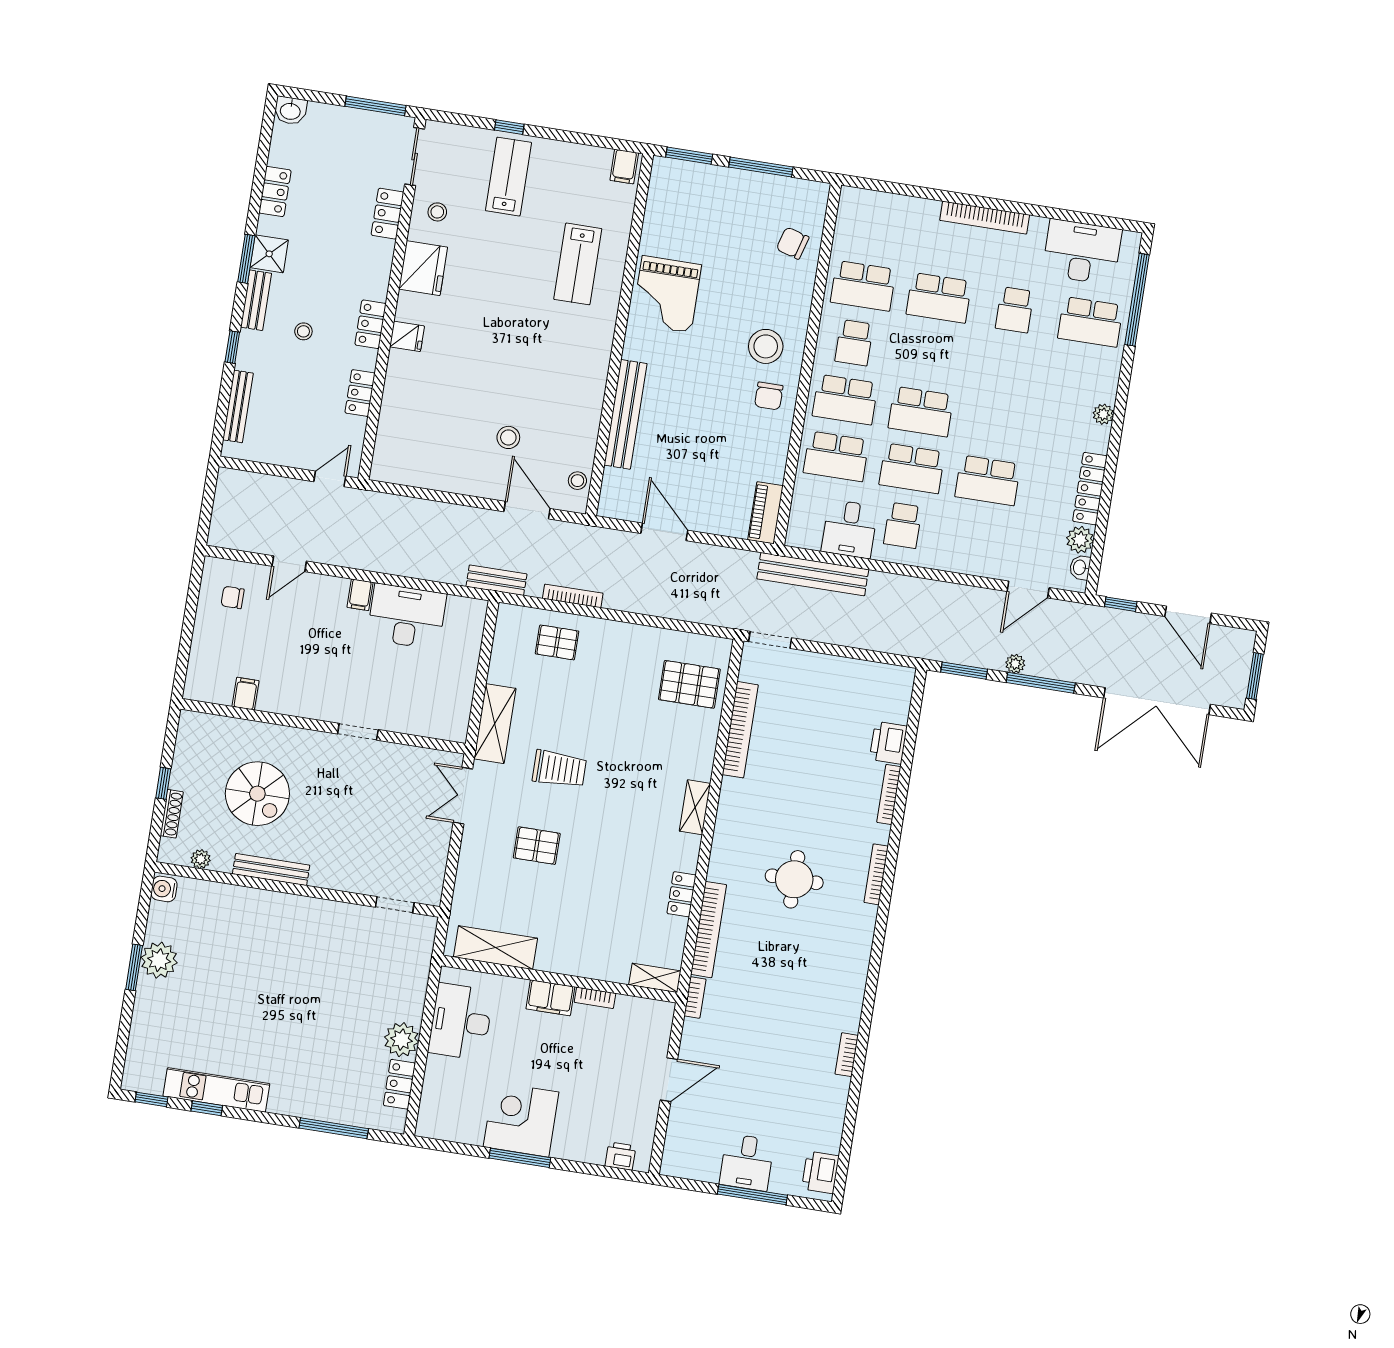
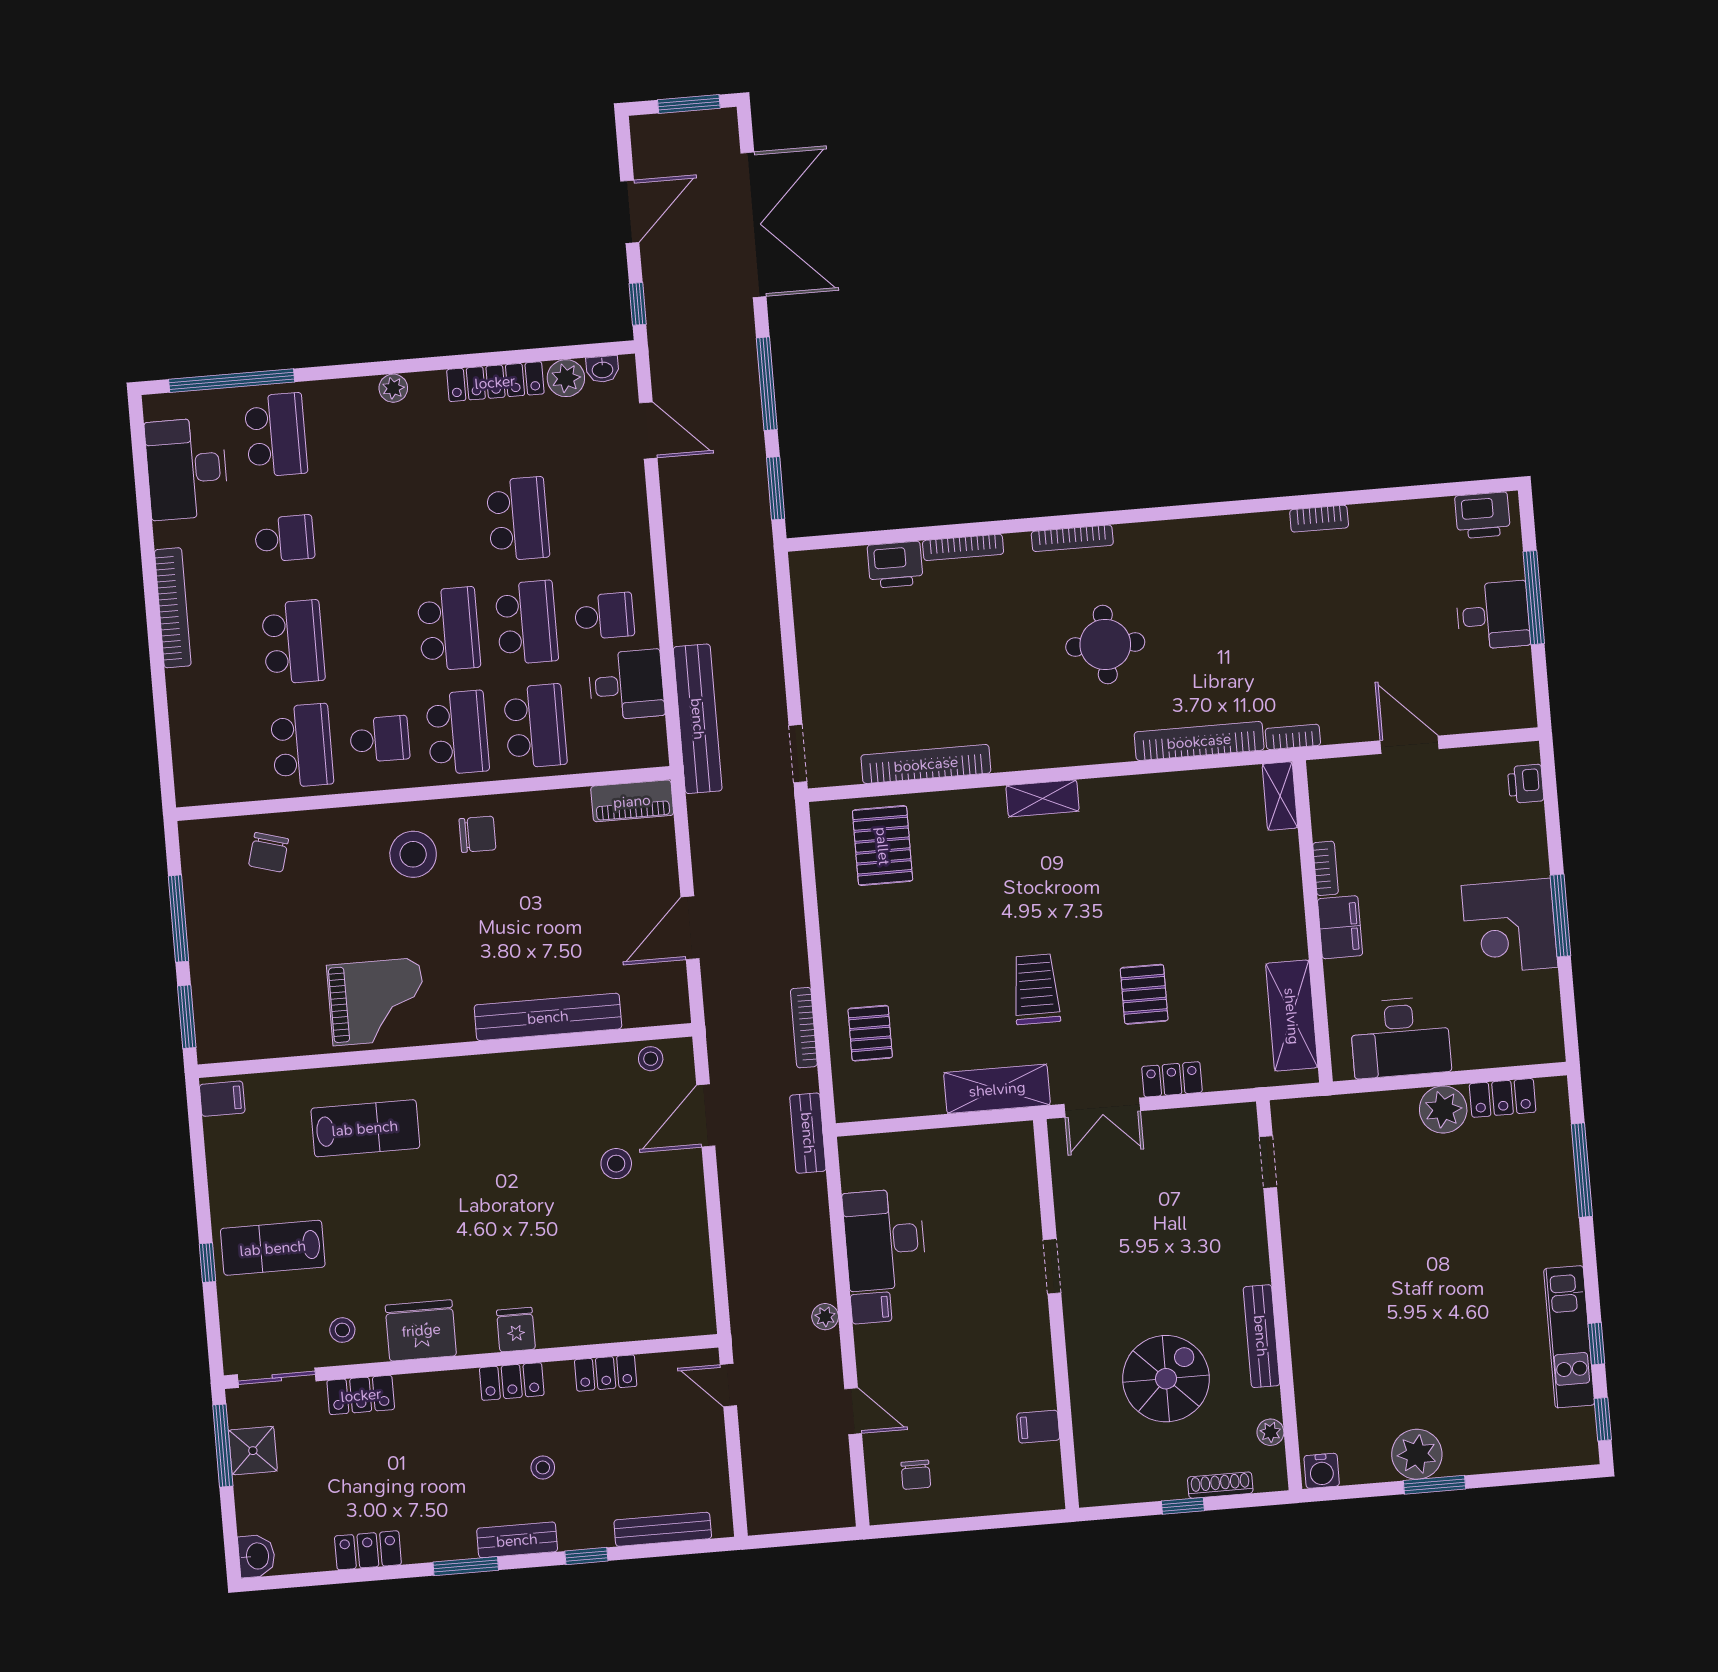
shower: (269, 254) -> (253, 1451), moved
plant: (1015, 664) -> (825, 1317), moved
locker: (682, 894) -> (1172, 1079), moved, turned 180

